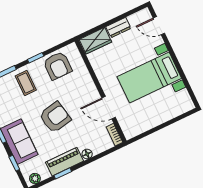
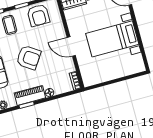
door: (109, 108) -> (71, 46), moved
armchair: (55, 117) -> (29, 58), turned 45

